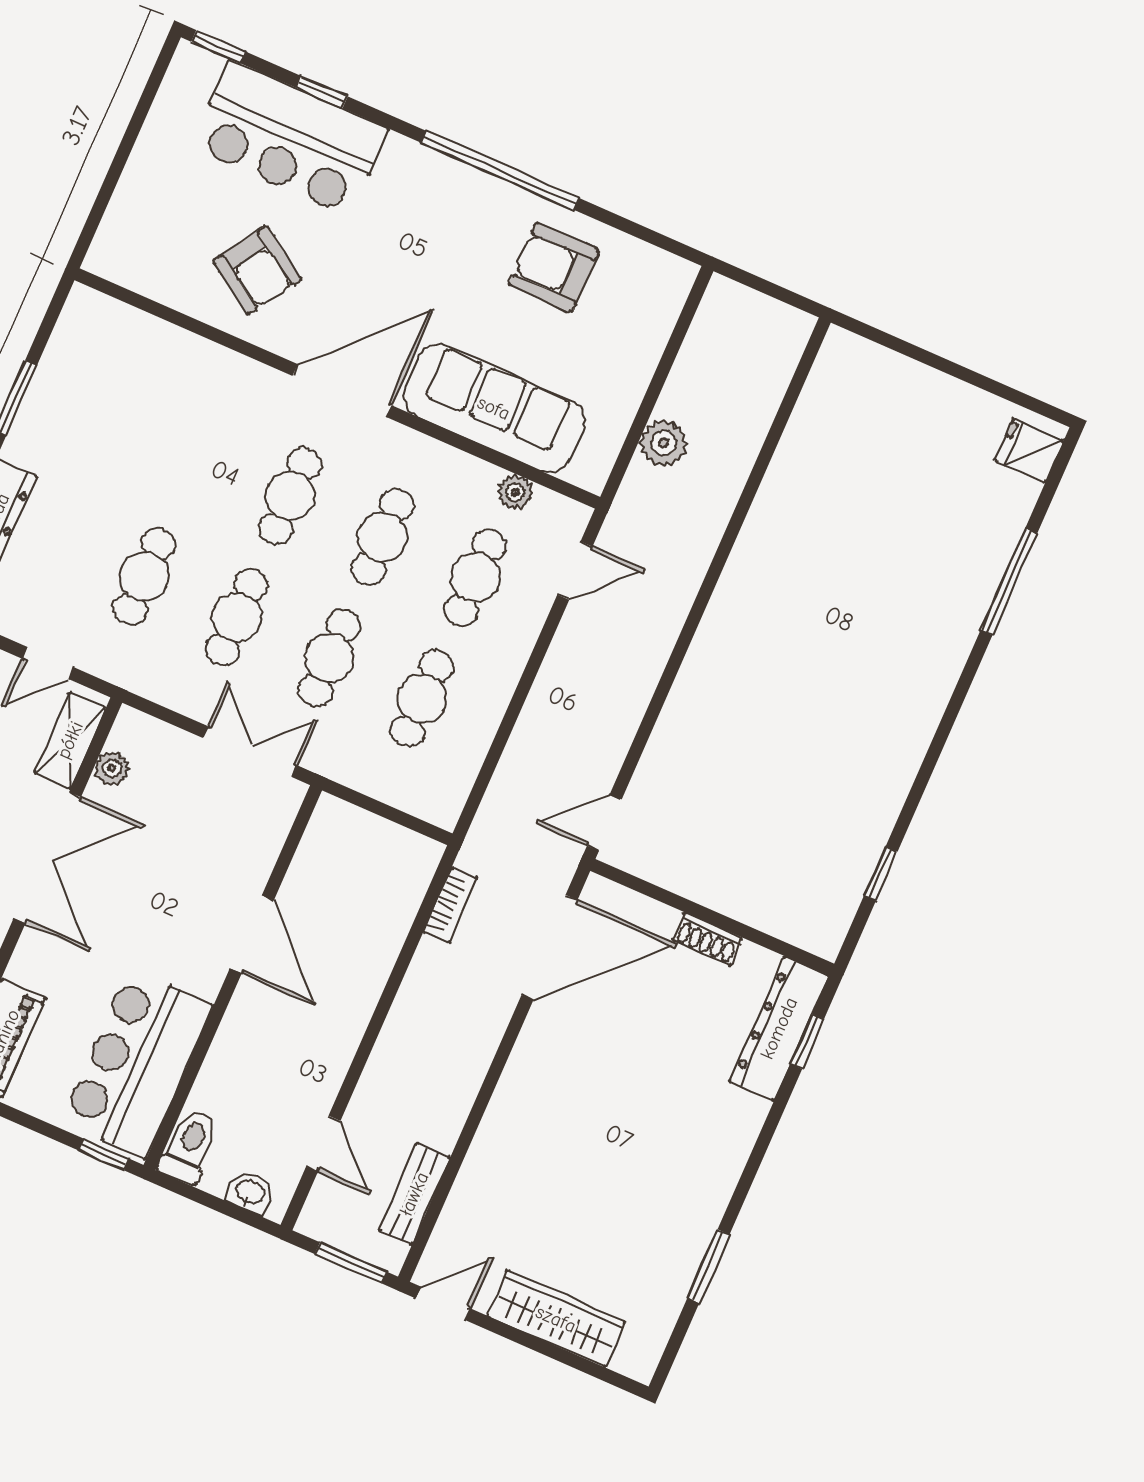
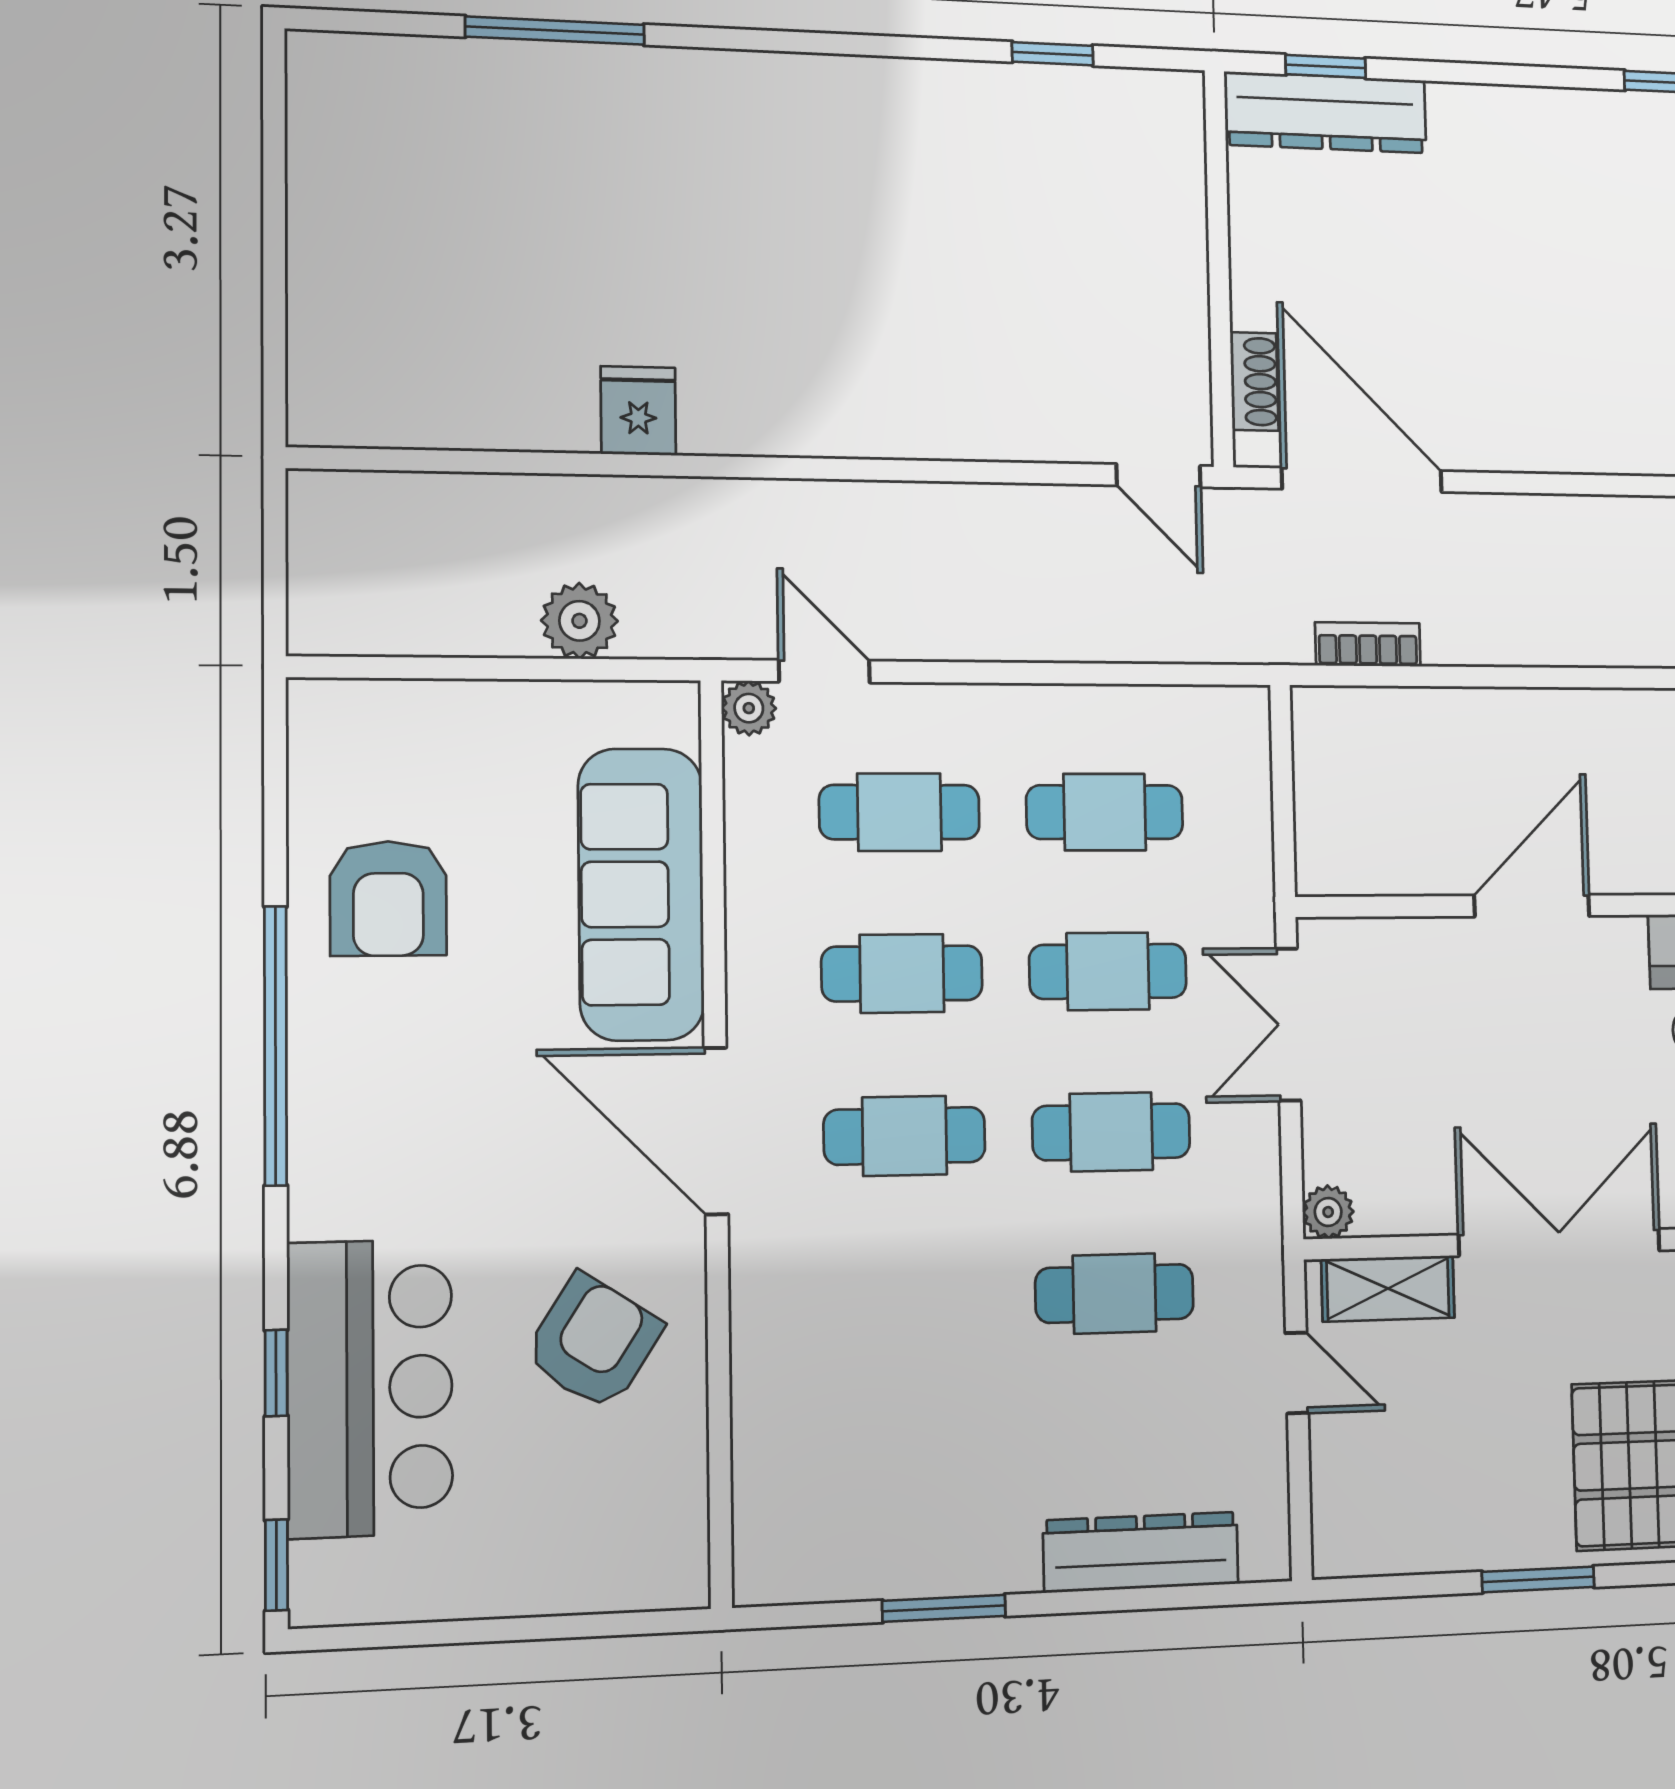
fridge: (1029, 451) -> (638, 411), moved, turned 180
plant: (515, 492) -> (749, 708), moved
plant: (112, 768) -> (1328, 1212), moved
shoe rack: (707, 939) -> (1254, 381), moved

